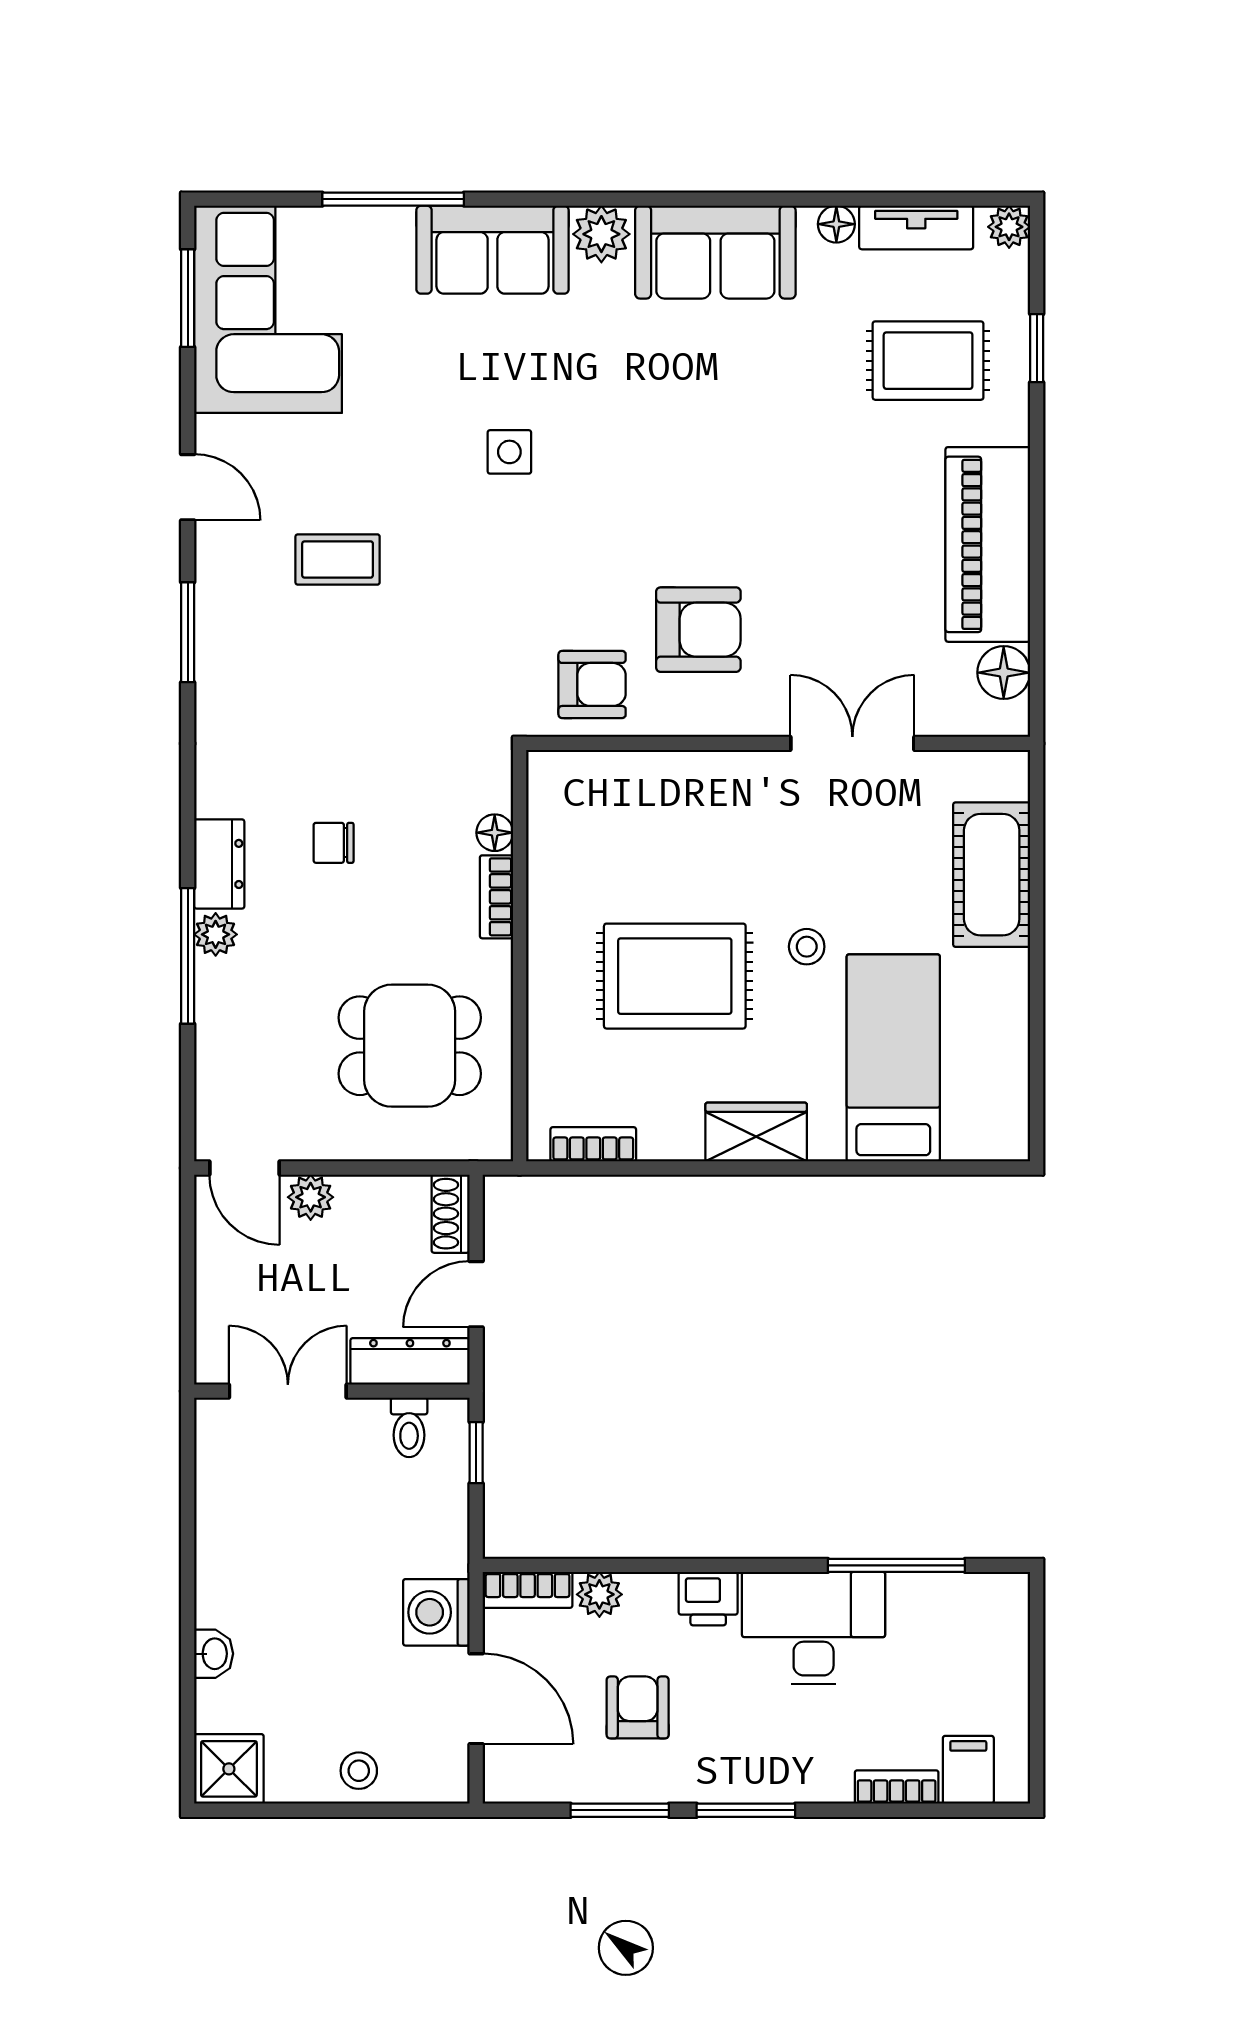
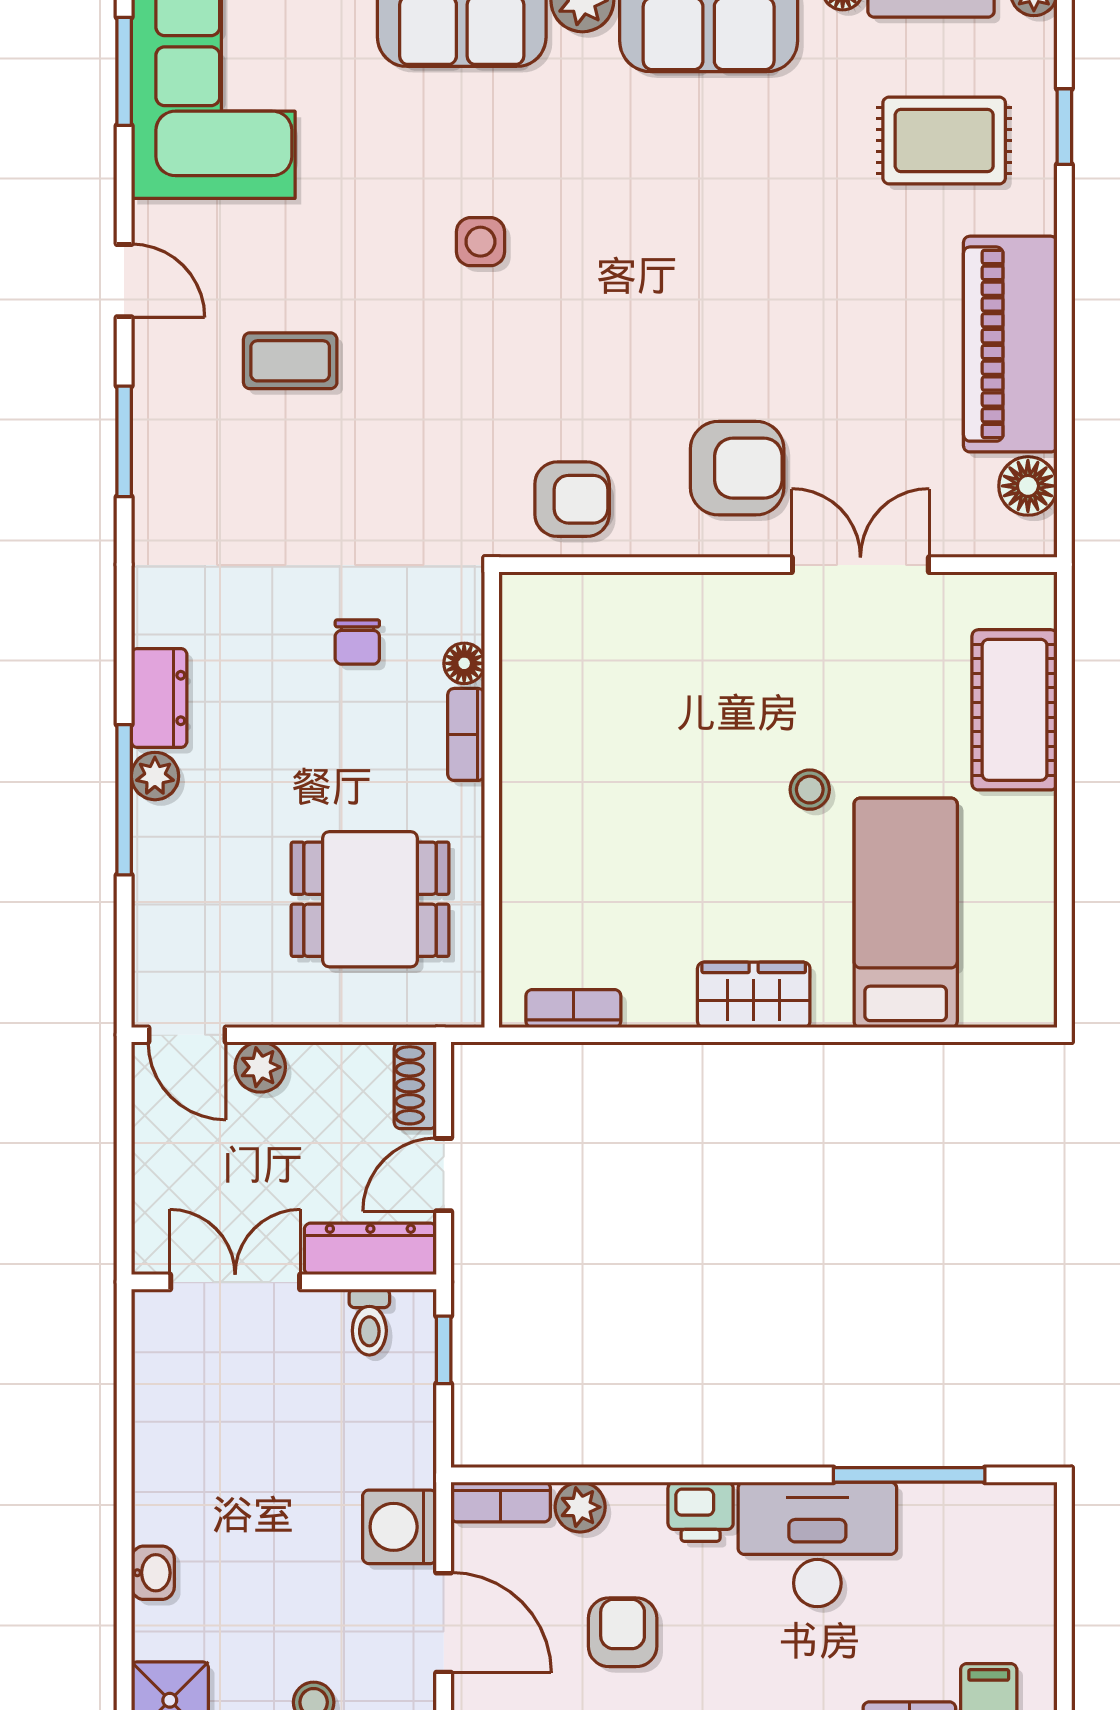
armchair: (698, 630) -> (737, 468), moved
chair: (334, 843) -> (357, 642), moved, turned -90
rug: (675, 976) -> (664, 822), removed

